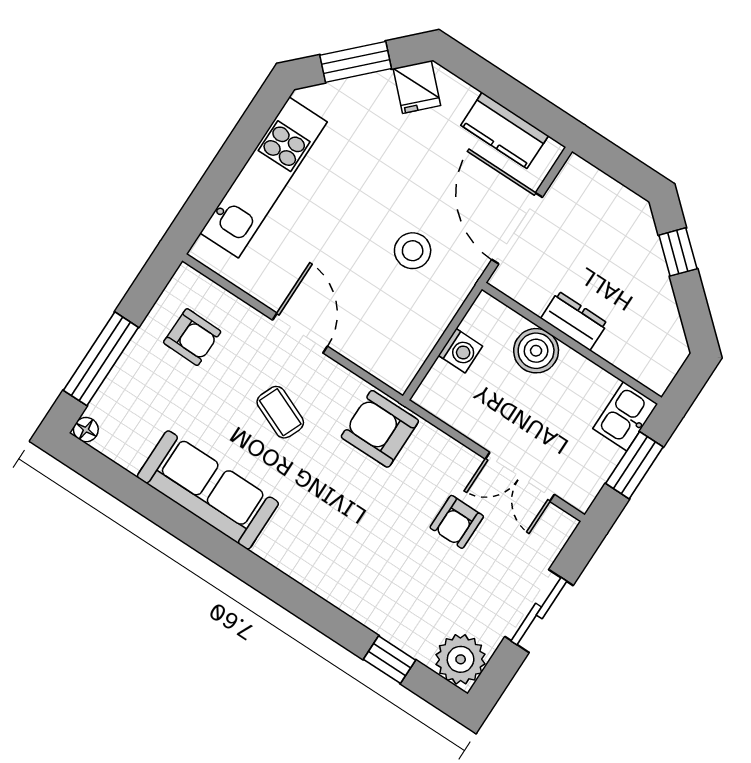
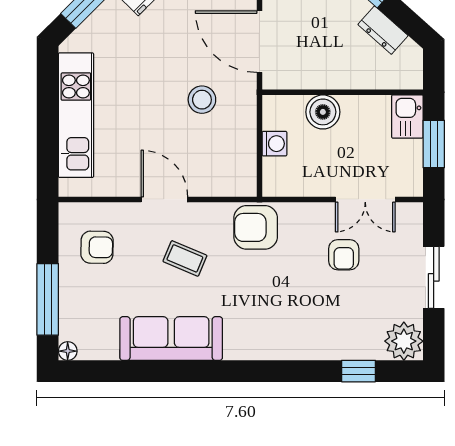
dresser: (574, 321) -> (383, 30), moved, turned -138

